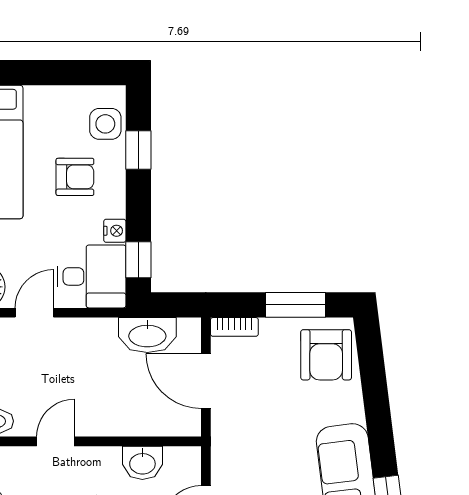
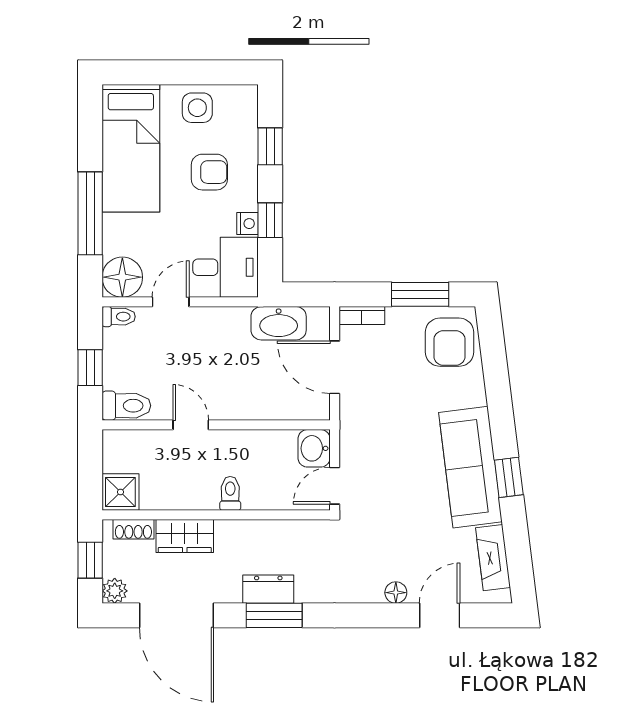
side table: (105, 124) -> (197, 108), moved
window: (138, 260) -> (270, 220), moved
door: (55, 441) -> (191, 425), hinge flipped
washbasin: (142, 463) -> (314, 448), moved, turned 90

